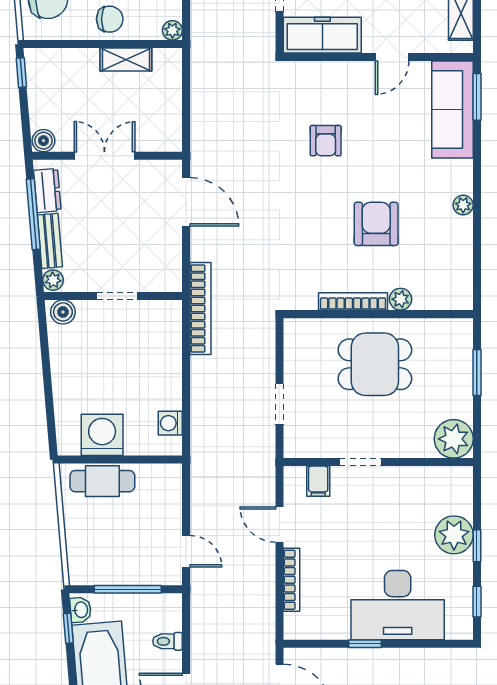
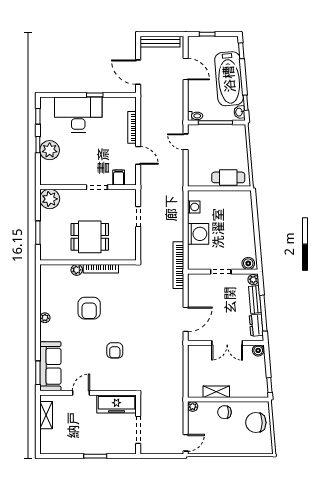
armchair: (326, 141) -> (115, 350), turned 180
door: (186, 202) -> (186, 319), swing flipped
washing machine: (102, 435) -> (198, 234), moved, turned -90
toilet: (168, 641) -> (195, 116), moved

